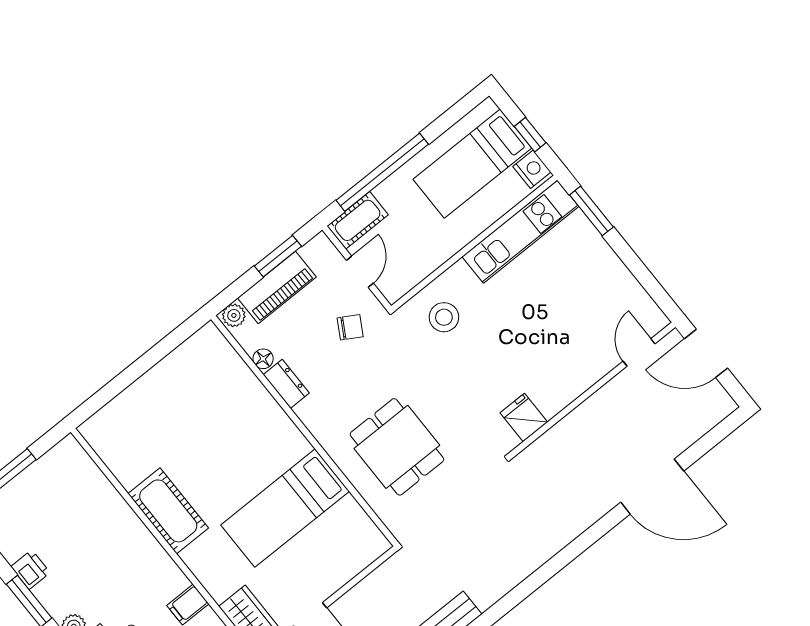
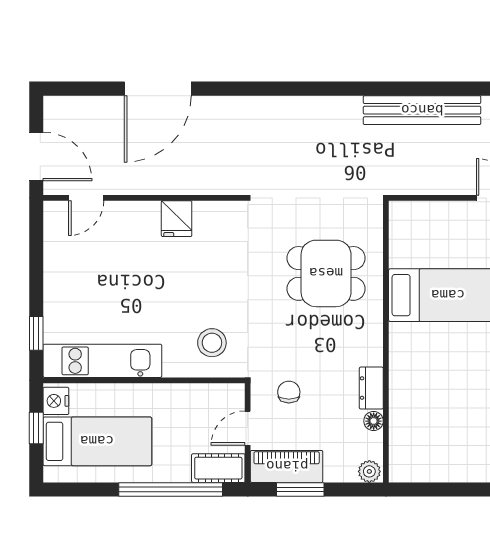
window: (591, 211) -> (36, 333), width x0.67
piano: (277, 287) -> (287, 466), moved
chair: (350, 327) -> (289, 392), turned 60
fridge: (524, 417) -> (177, 219), moved
dining table: (397, 447) -> (326, 273), turned 90
door: (652, 487) -> (158, 89), swing flipped

